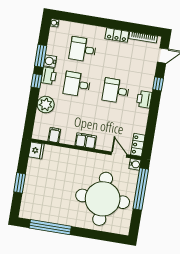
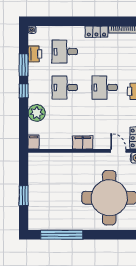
water cooler: (50, 61) -> (34, 69), removed
printer: (49, 76) -> (35, 54), moved
filing cabinet: (54, 135) -> (33, 142), moved
fridge: (36, 150) -> (35, 160), removed

